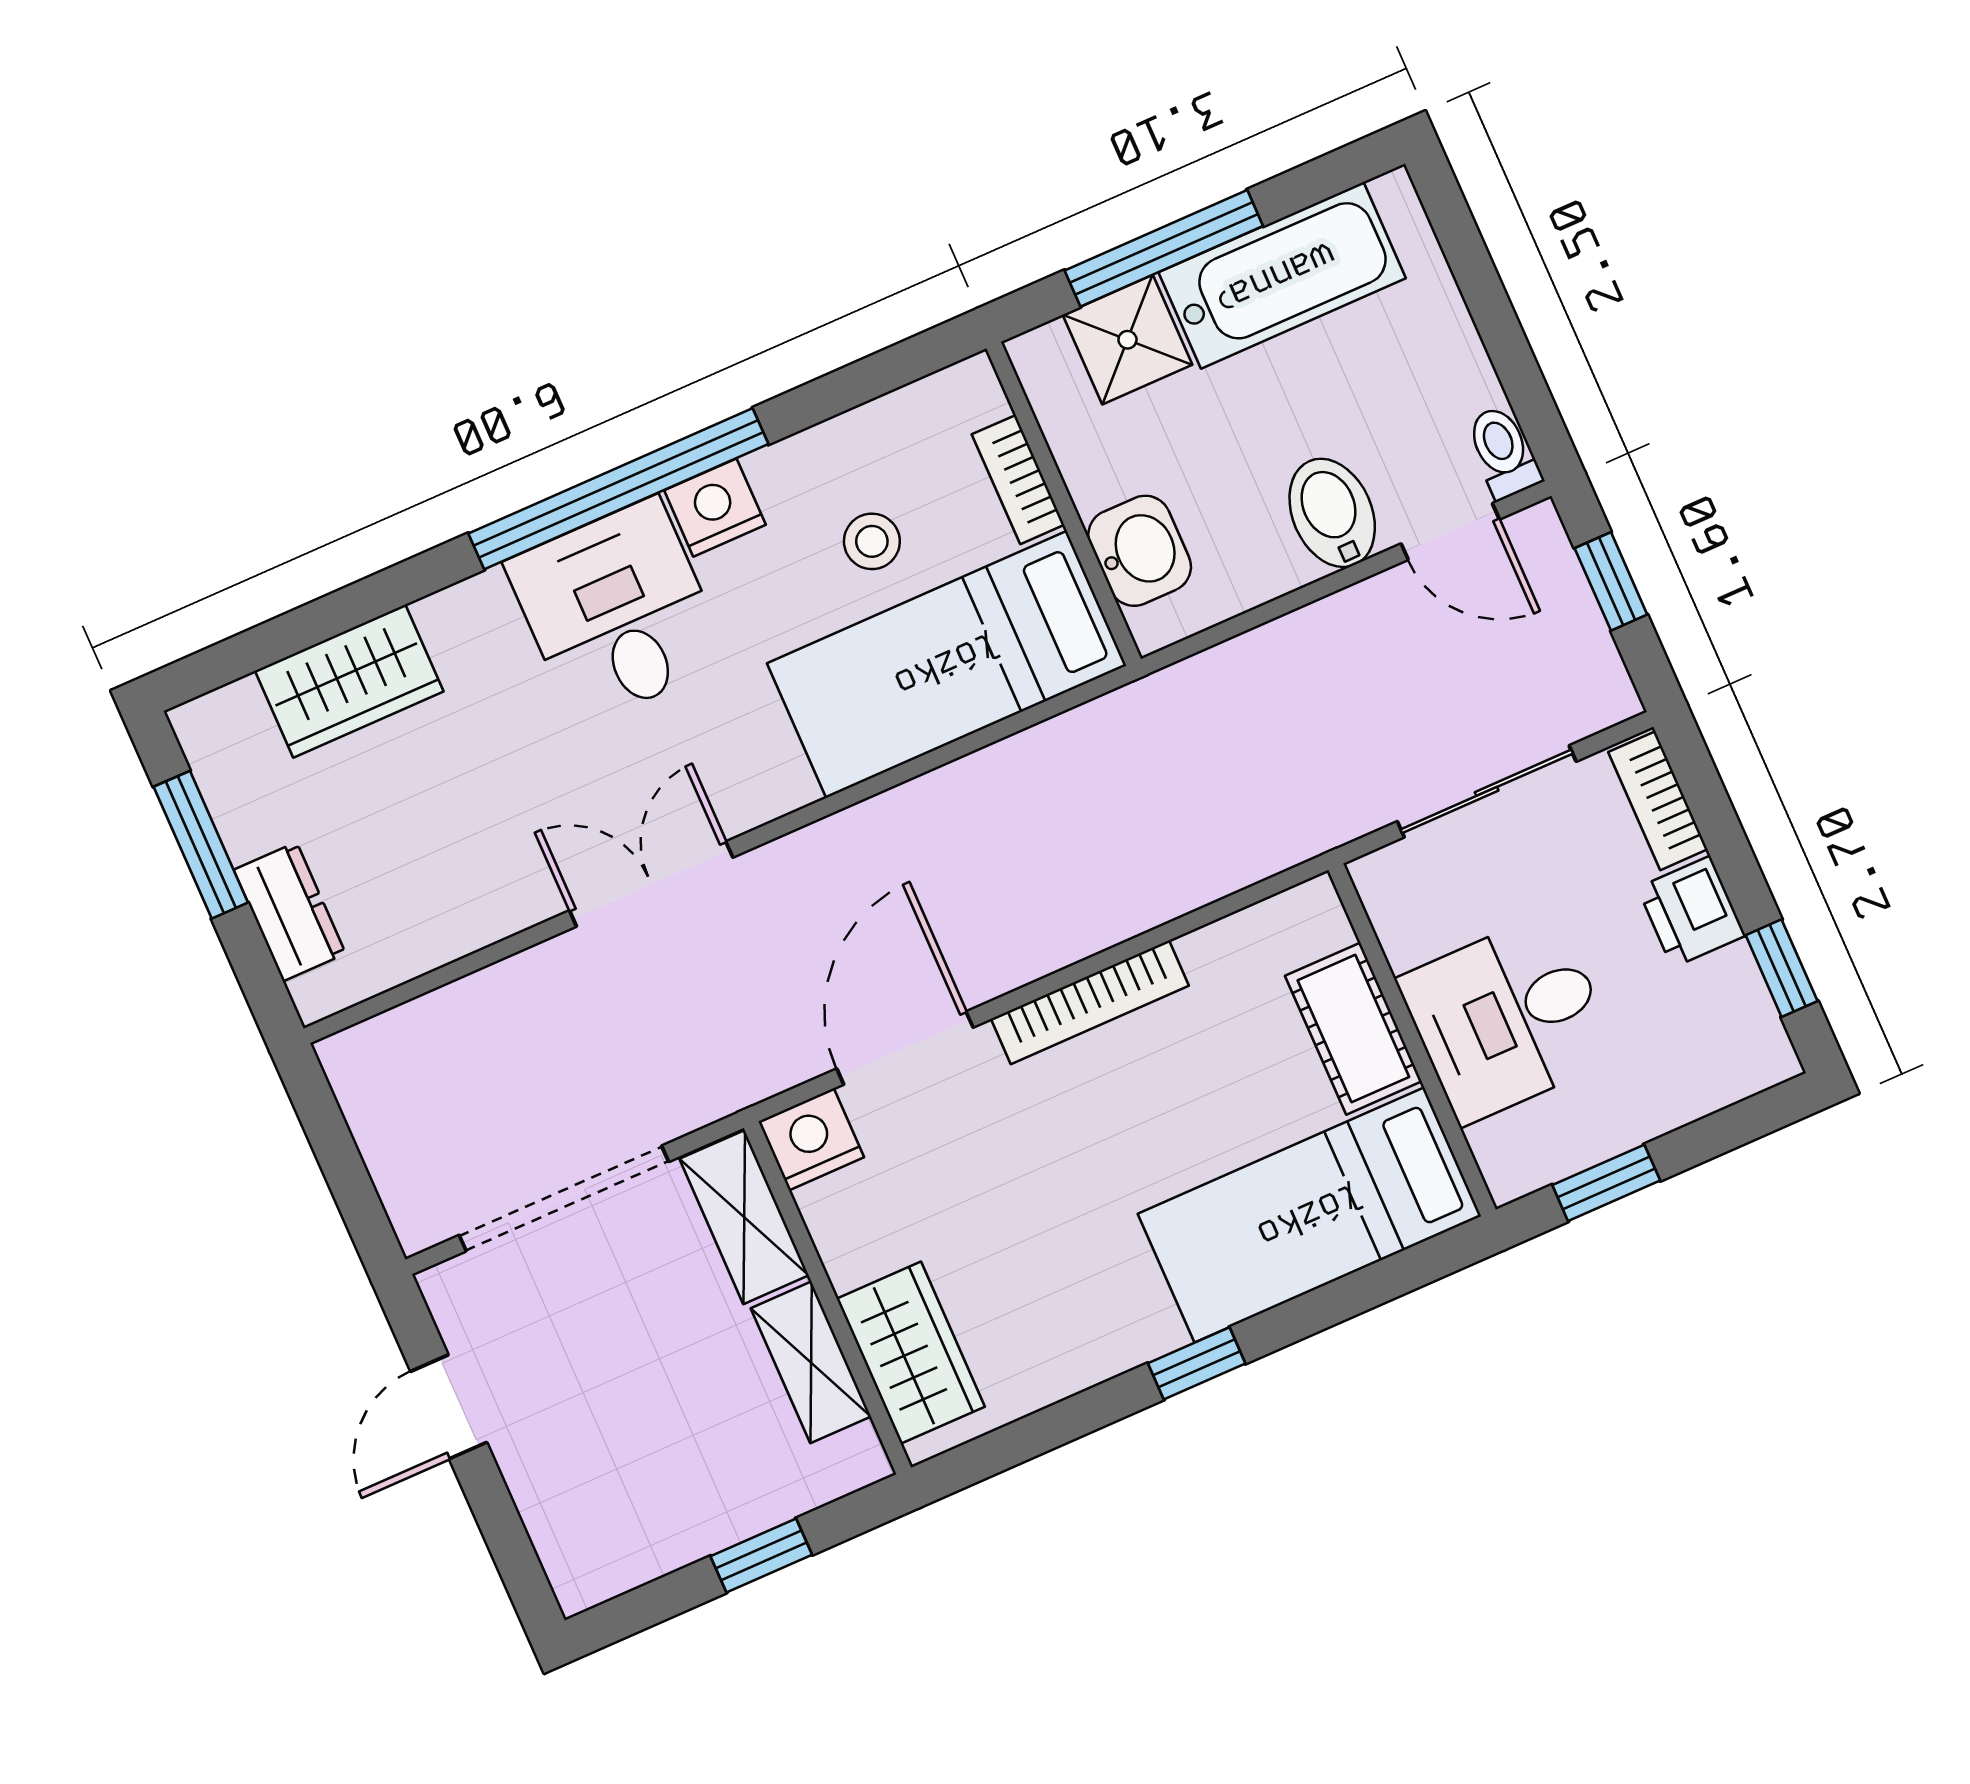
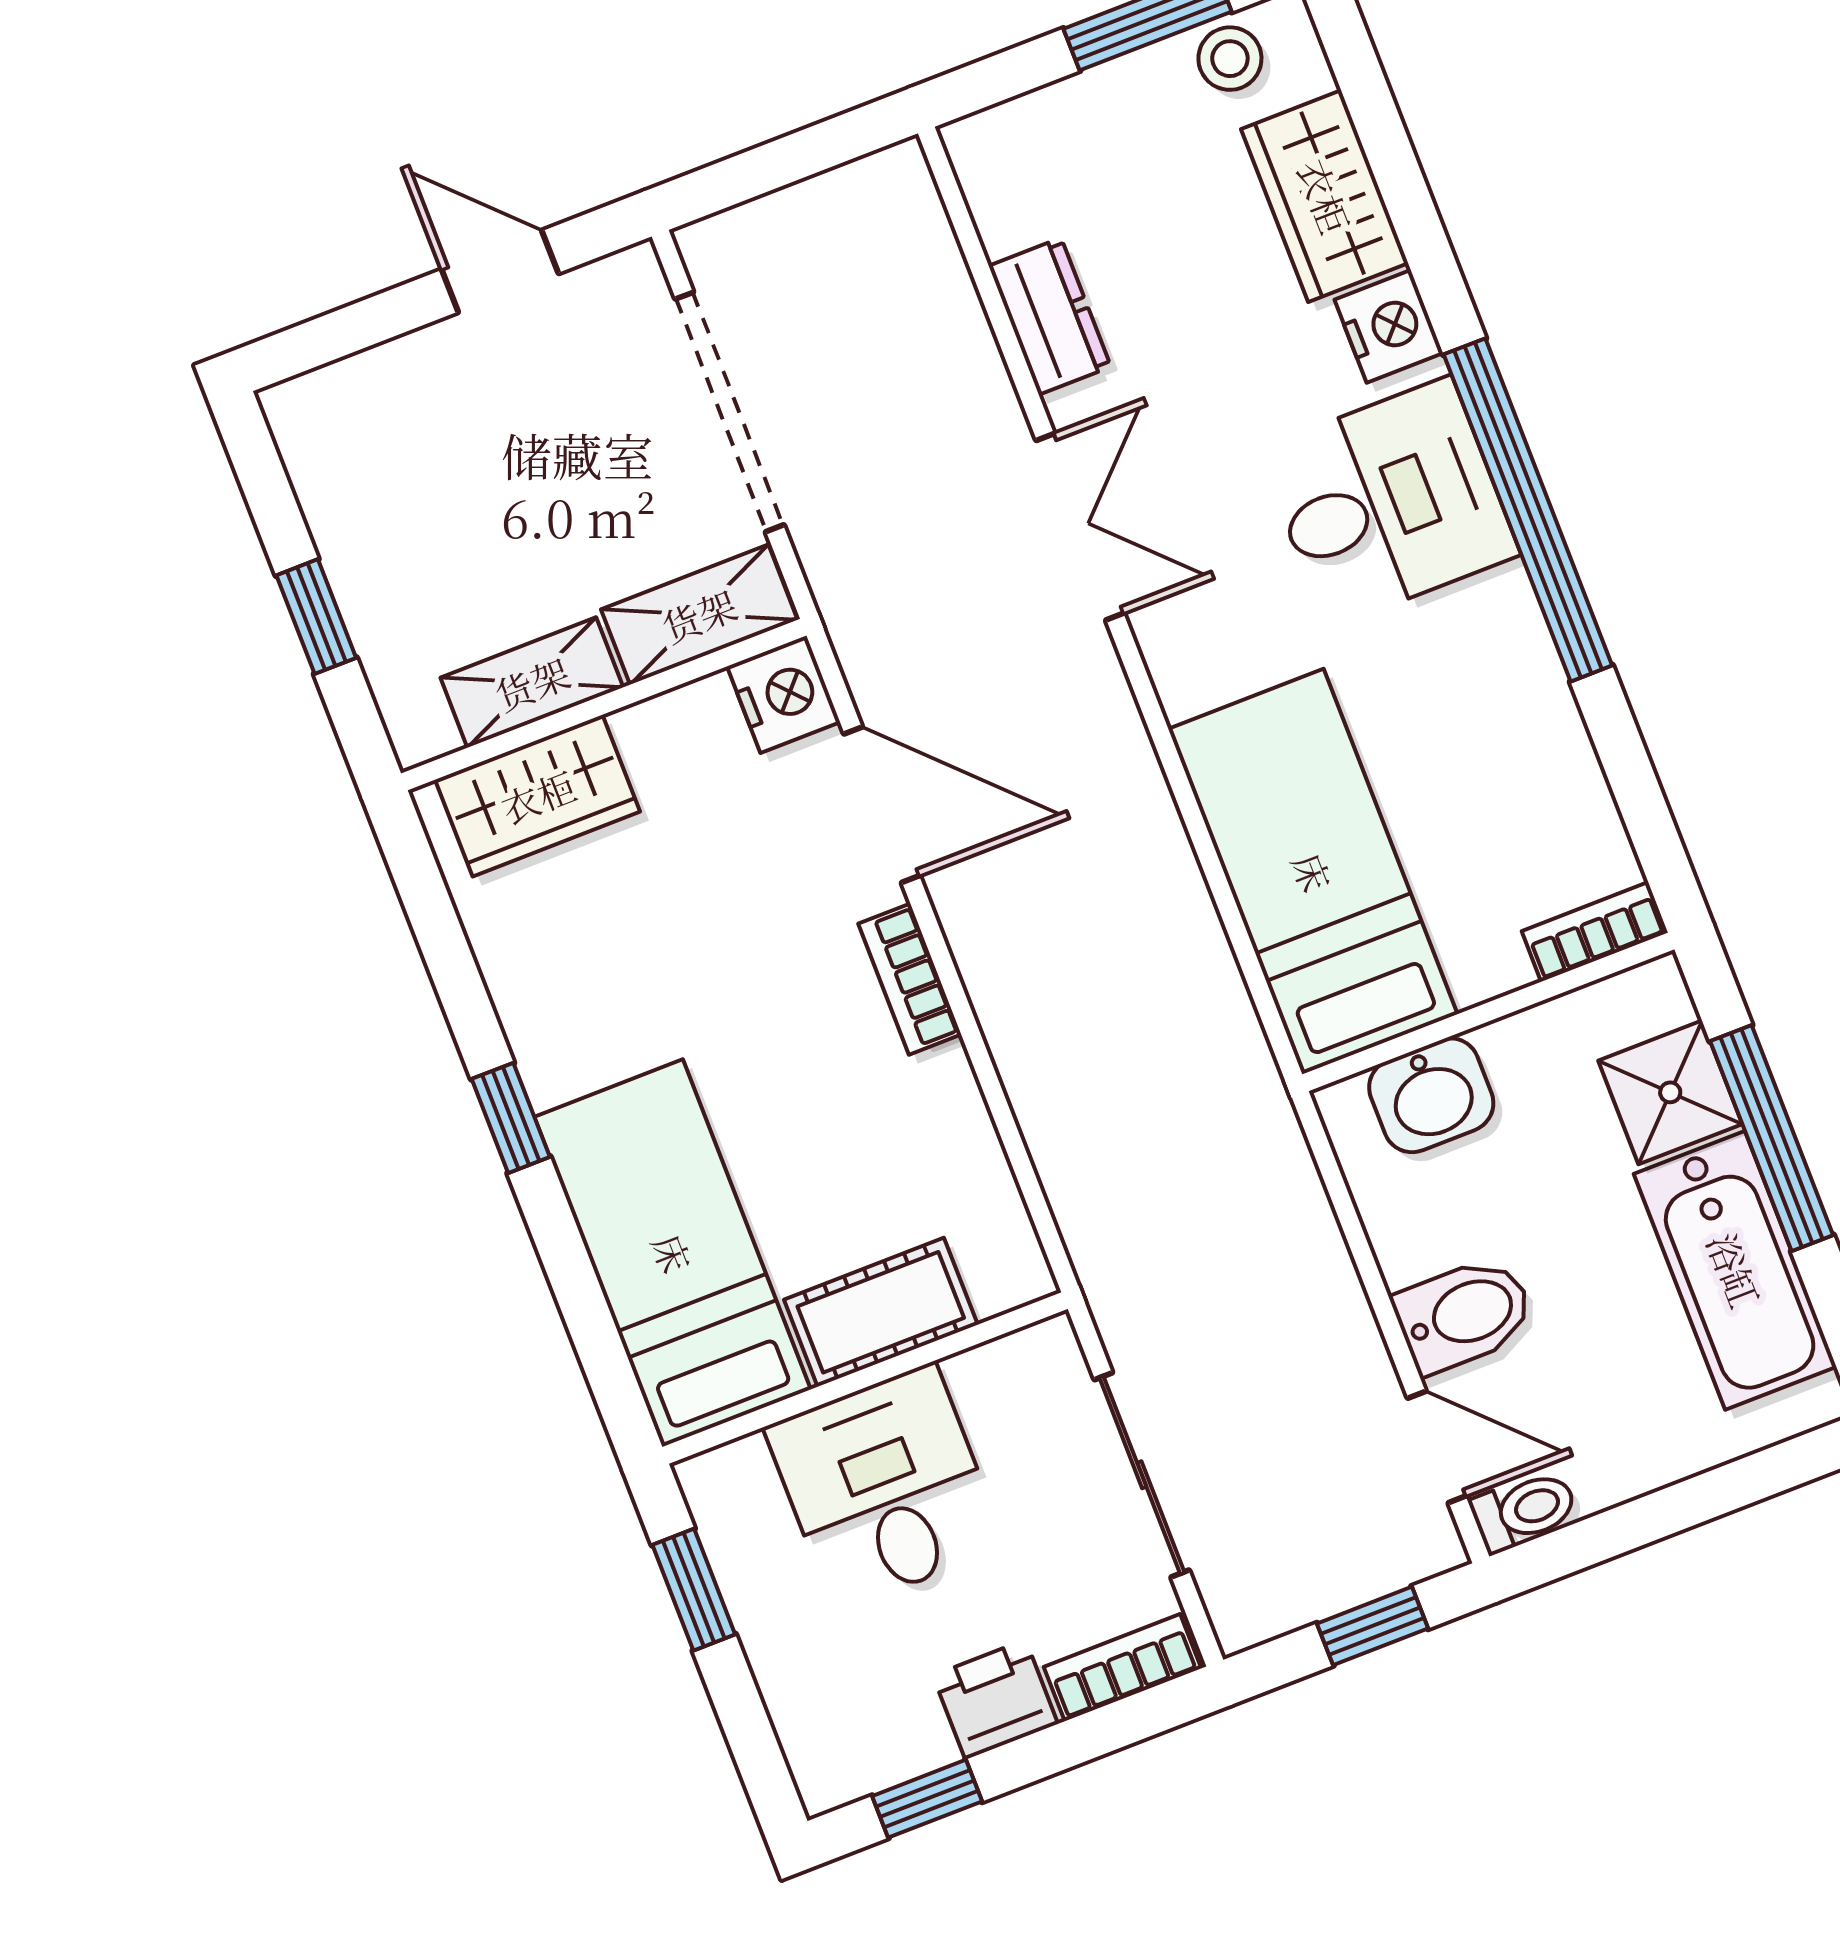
bookcase: (1018, 480) -> (1595, 932), moved
nightstand: (715, 508) -> (1389, 326), moved
door: (1450, 532) -> (1437, 1447), swing flipped
stool: (872, 541) -> (1230, 59), moved
dresser: (290, 912) -> (1050, 316), moved, turned -90
bookcase: (1090, 1002) -> (910, 979), width x0.64

